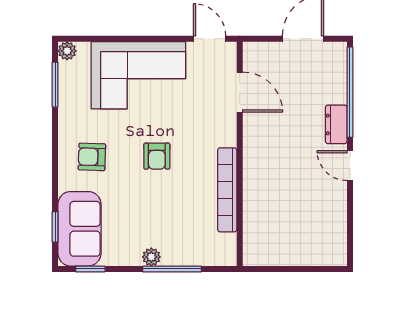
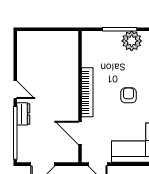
bookcase: (227, 190) -> (87, 92), moved
plant: (151, 257) -> (132, 41), width x1.88, depth x1.88

